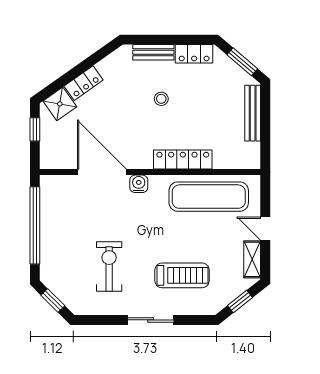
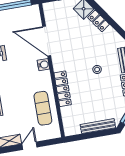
door: (102, 172) -> (47, 41), swing flipped
exercise mat: (209, 197) -> (43, 108), width x0.73, depth x0.69

